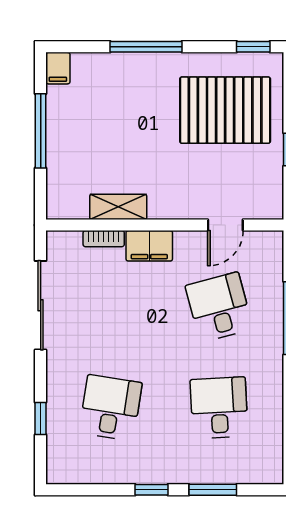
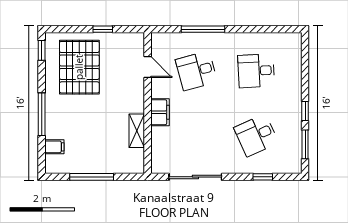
filing cabinet: (58, 68) -> (54, 147), moved
bookcase: (104, 239) -> (156, 139), removed
desk: (110, 408) -> (256, 135), turned -33
window: (213, 490) -> (305, 144), moved

